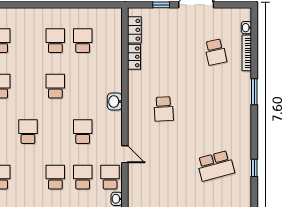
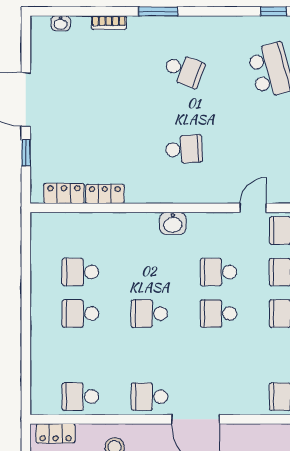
school desk: (216, 52) -> (184, 70), moved, turned 33
bookcase: (247, 53) -> (109, 23), width x0.64
school desk: (28, 132) -> (219, 314), moved

